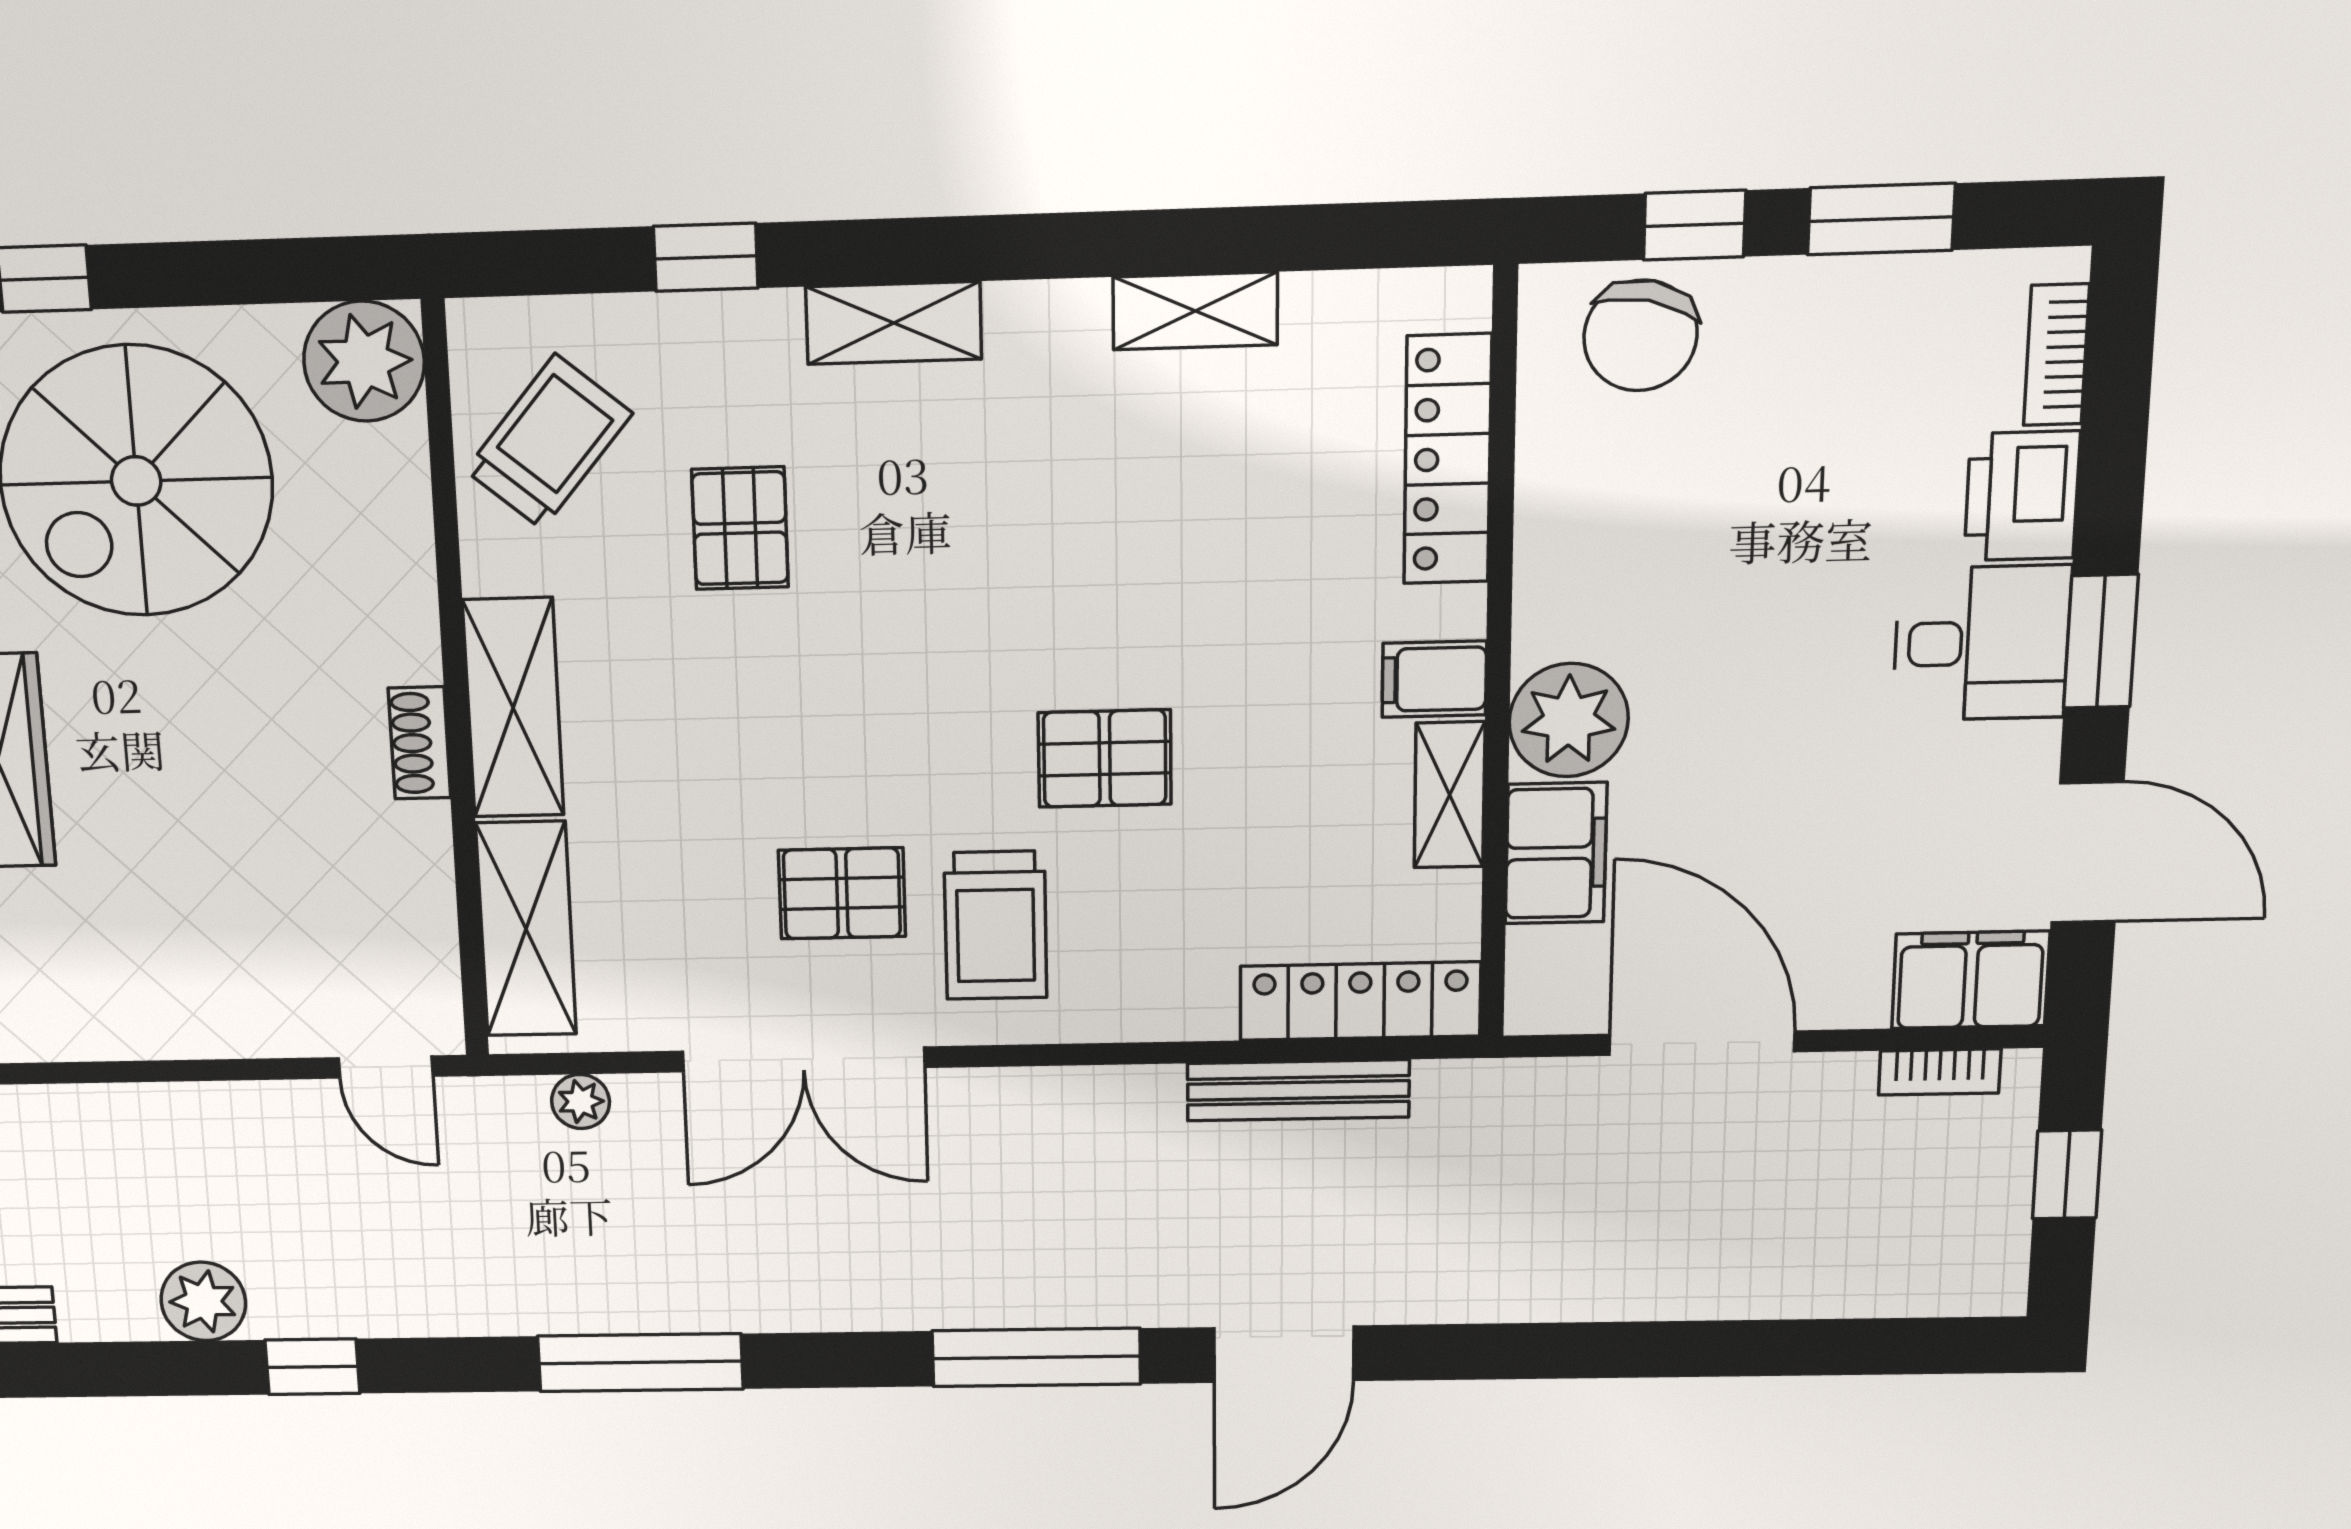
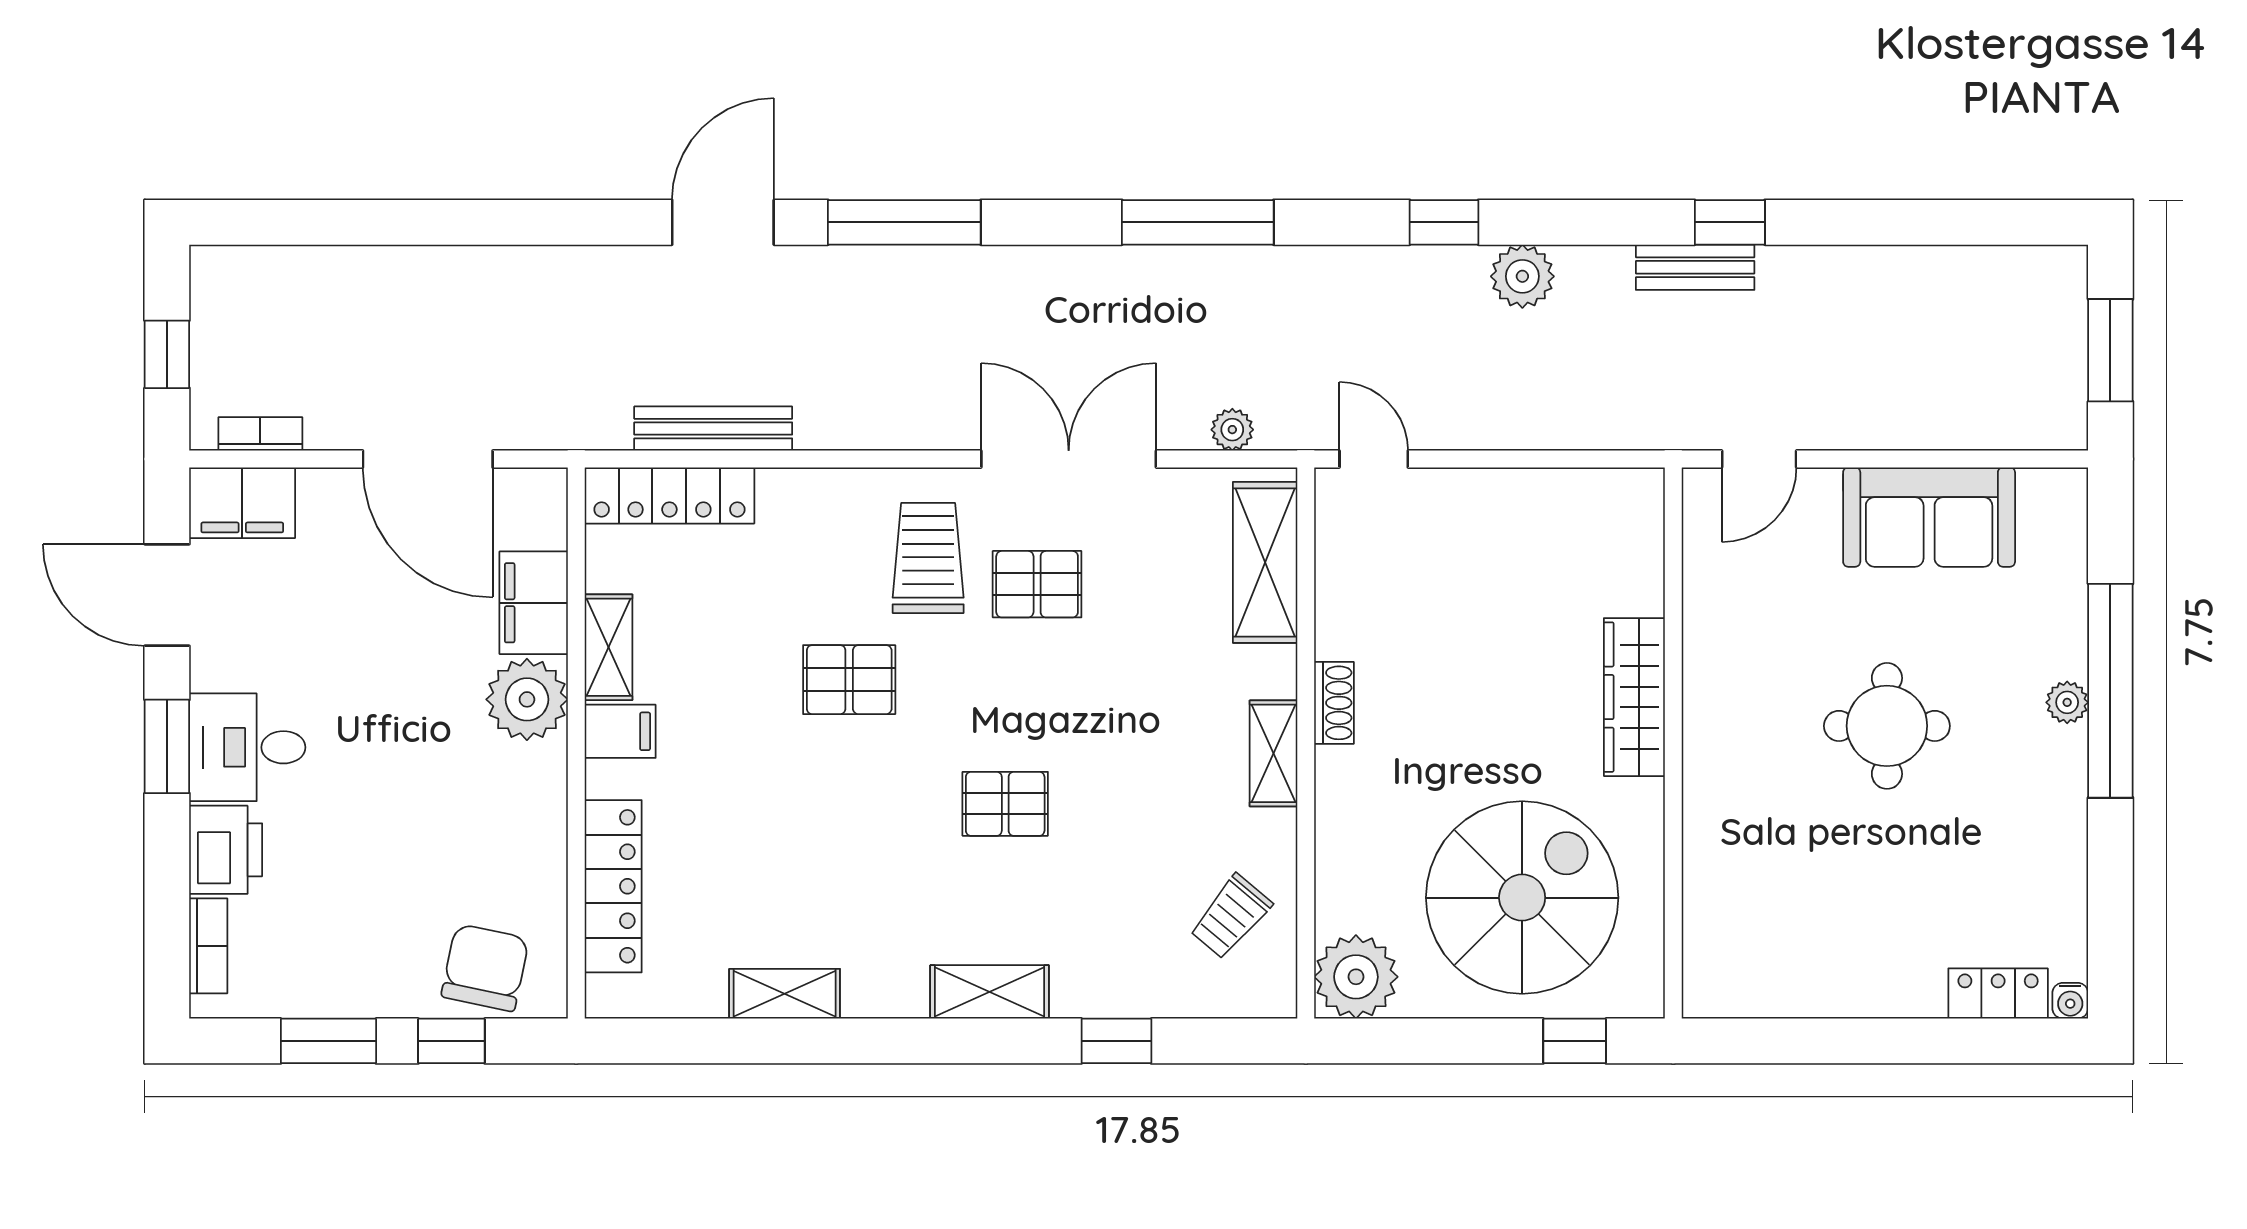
trolley: (549, 442) -> (1231, 917), width x0.73, depth x0.72
pallet: (740, 528) -> (1005, 804), moved, turned 90
shelving: (513, 708) -> (1274, 753), width x0.67, depth x0.75

